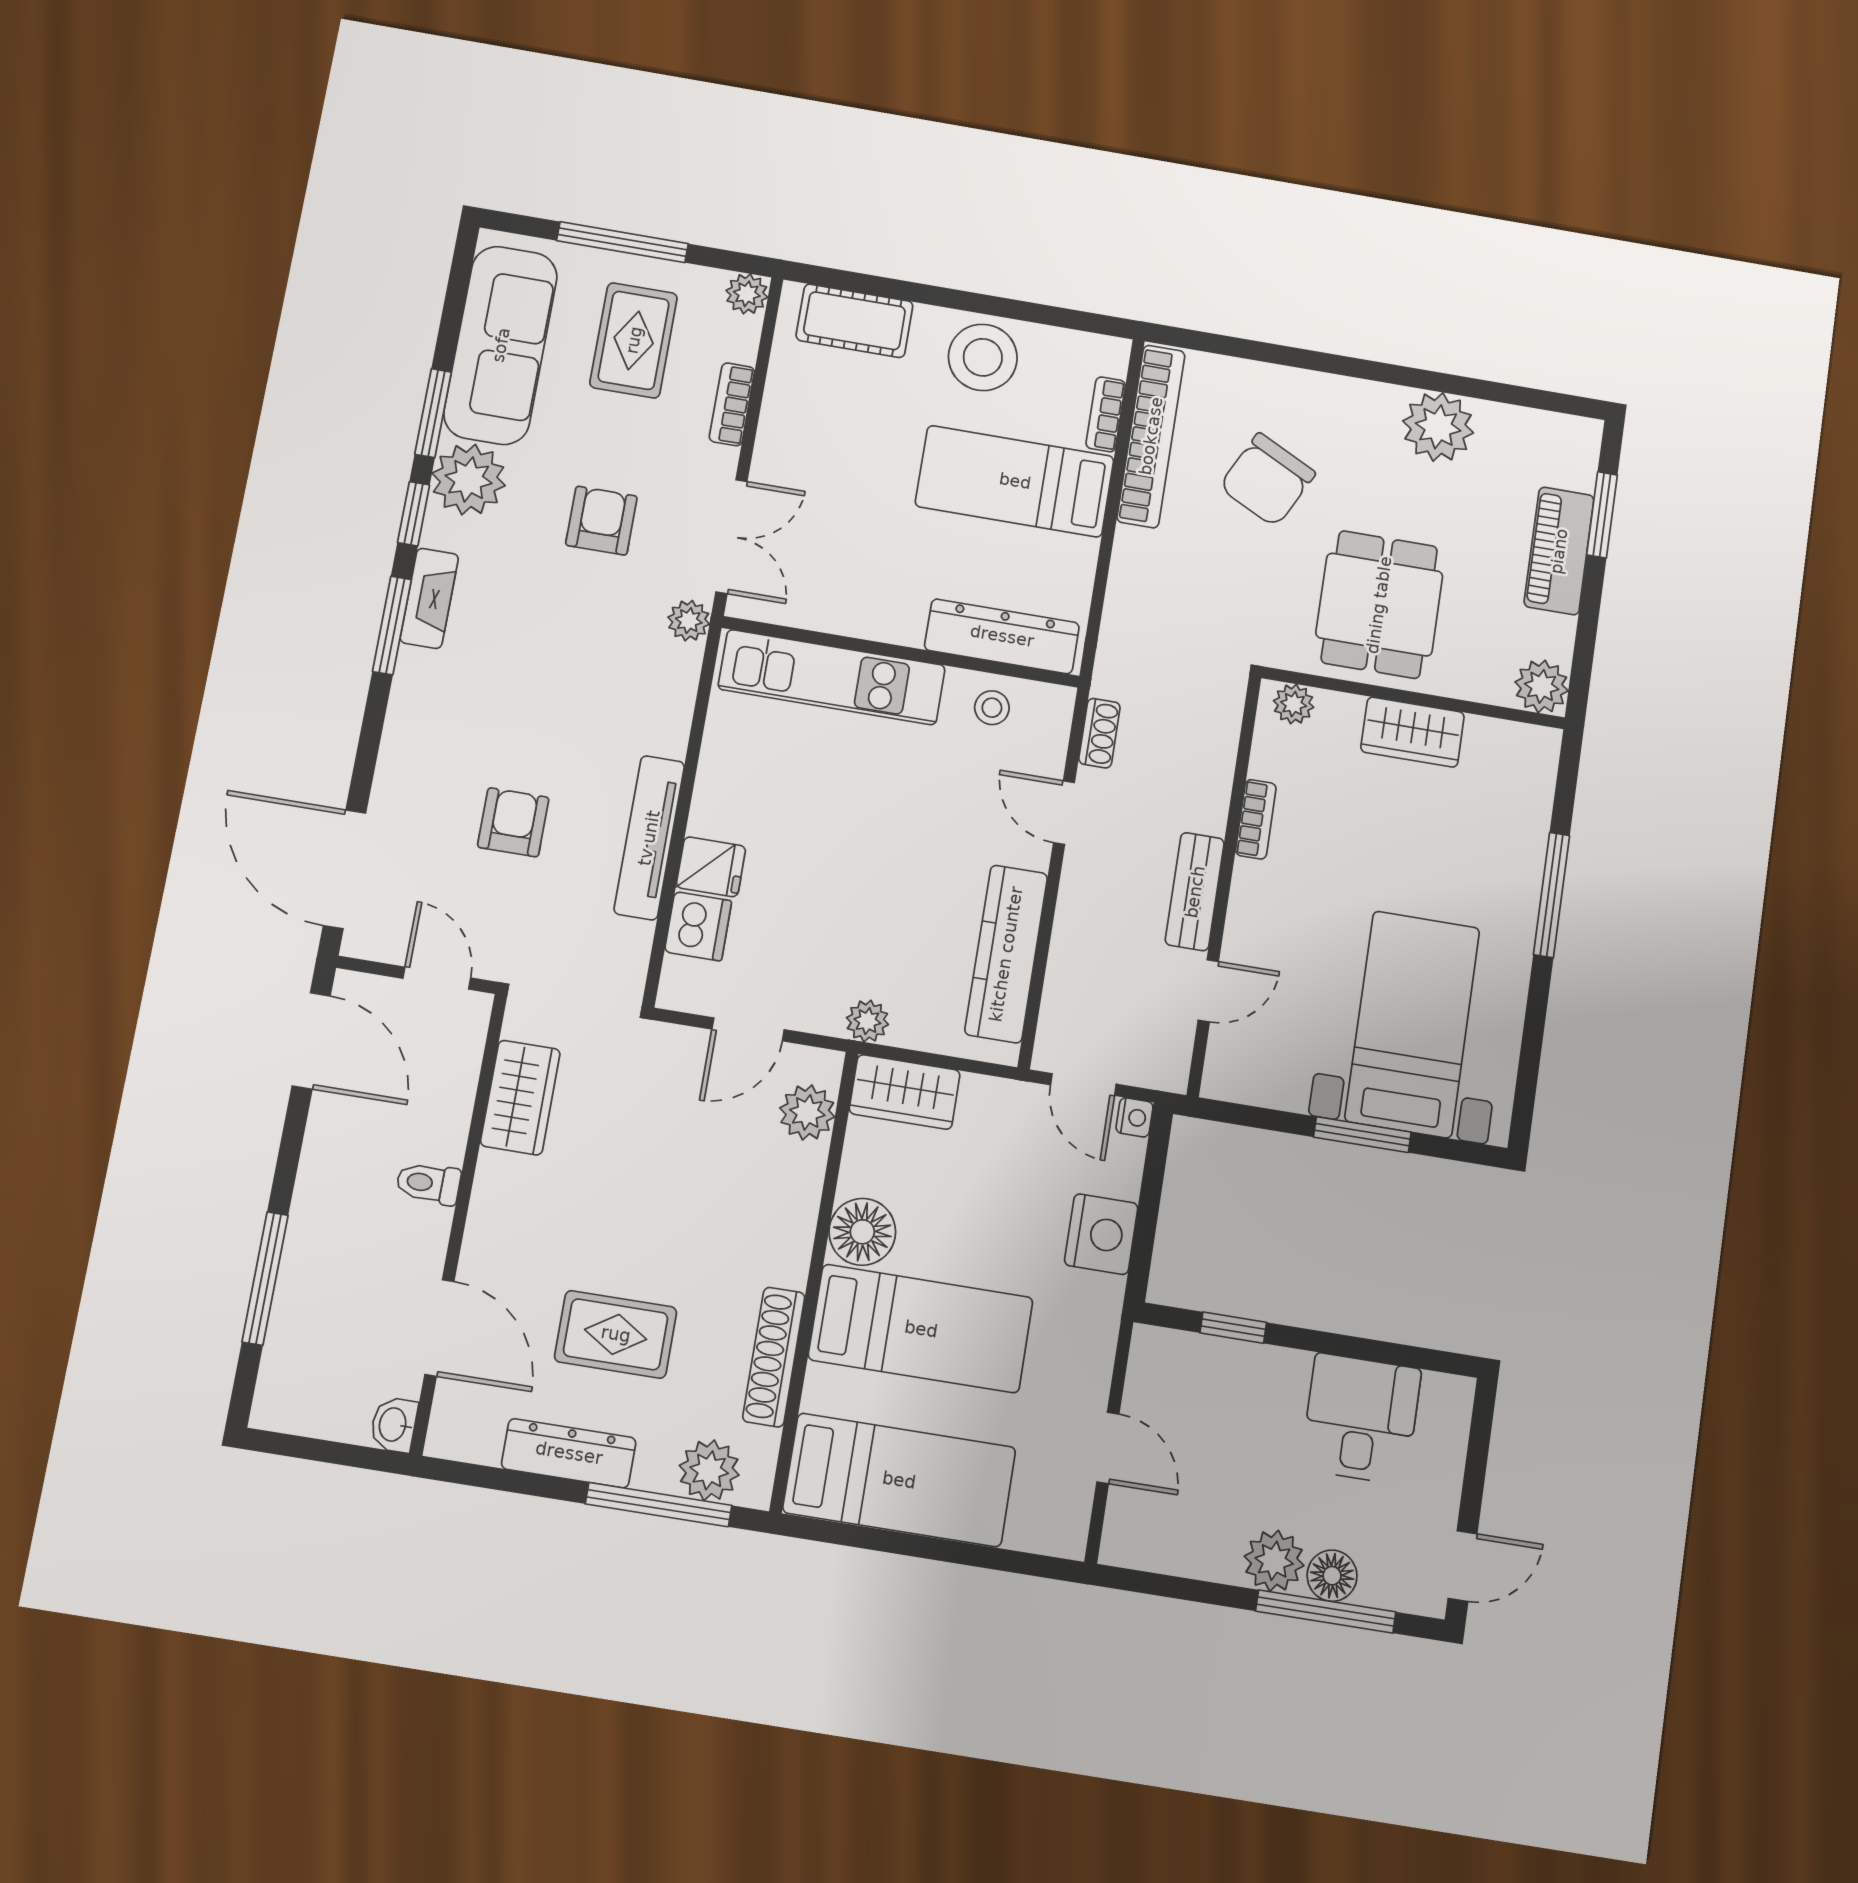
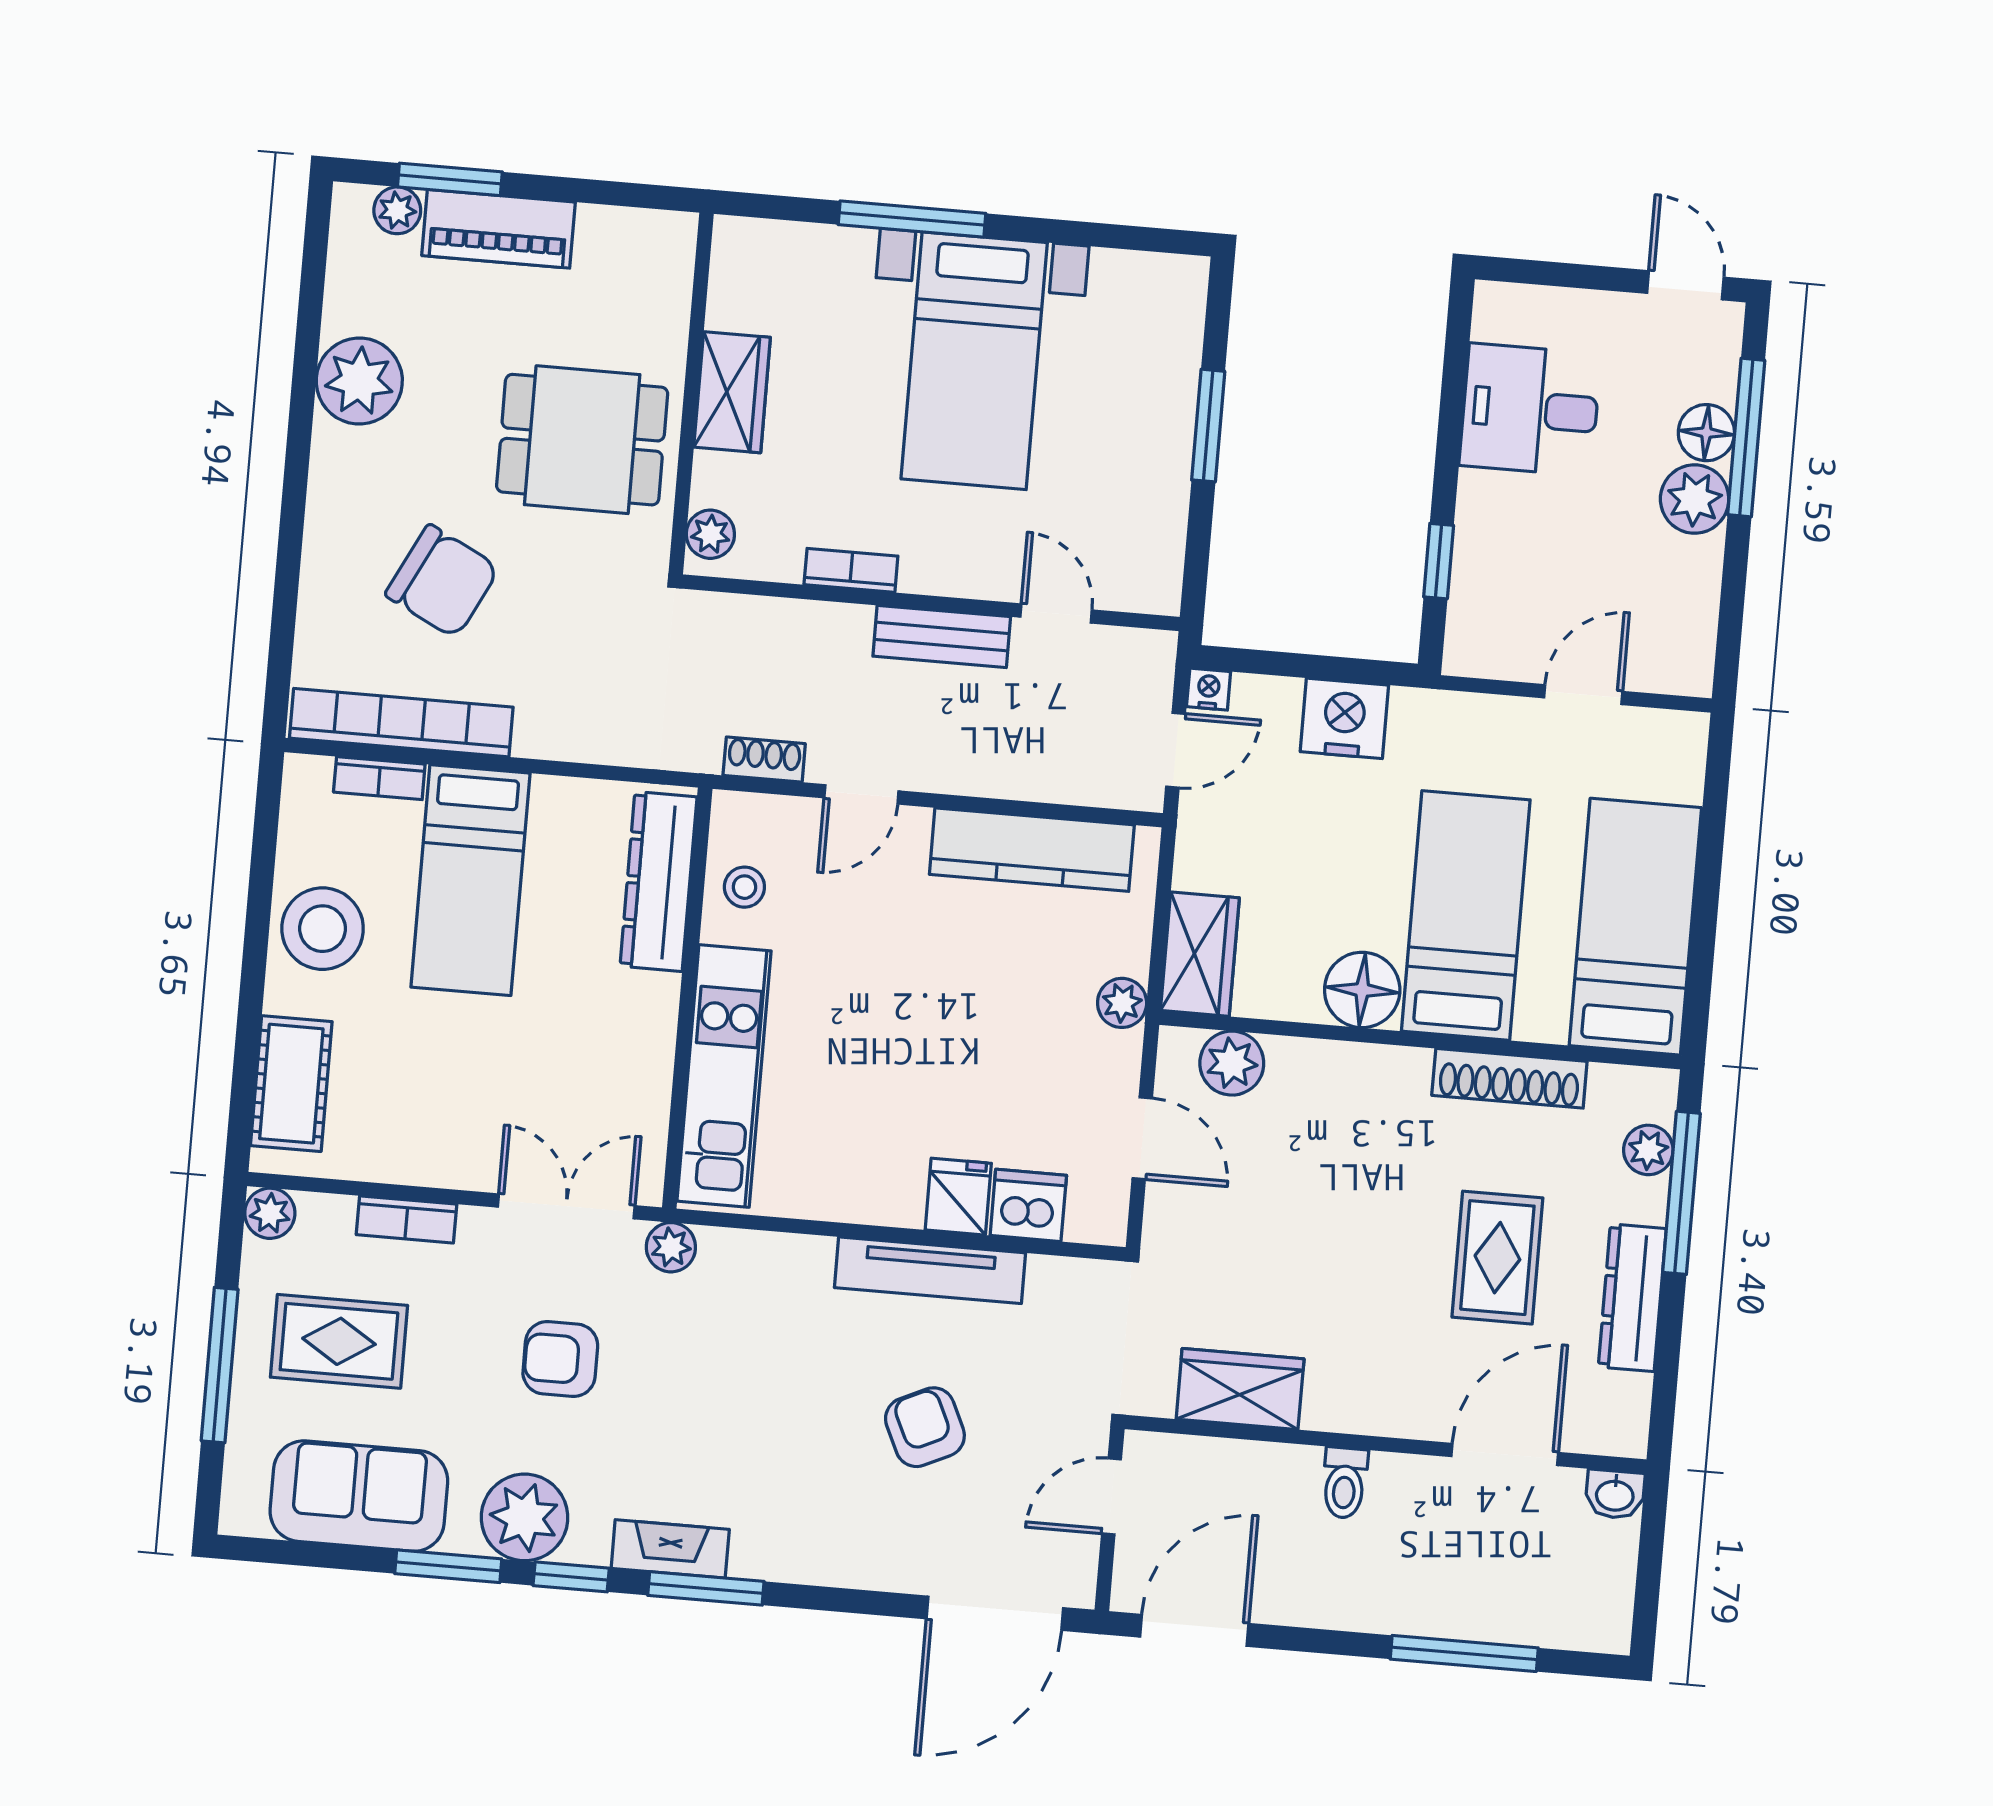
sofa: (501, 345) -> (359, 1496), width x0.73
plant: (1542, 686) -> (397, 210), moved, width x0.73, depth x0.73
armchair: (513, 822) -> (925, 1427), turned 65
bed with nightstands: (1412, 1024) -> (974, 361), moved, turned -90
plant: (709, 1470) -> (1648, 1150), width x0.73, depth x0.73

